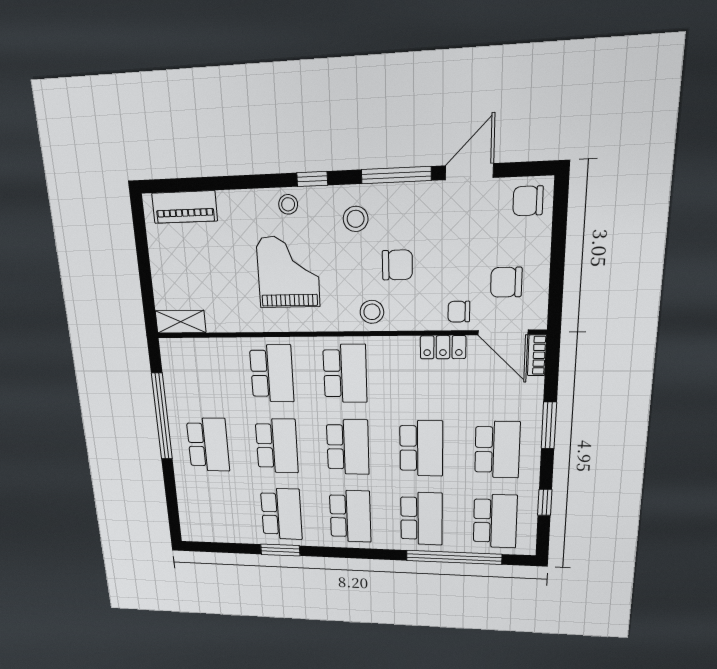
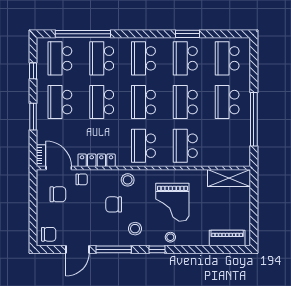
shelving: (181, 322) -> (229, 178), width x1.50, depth x1.33
locker: (443, 347) -> (97, 160), width x1.53
school desk: (215, 512) -> (227, 58), added

